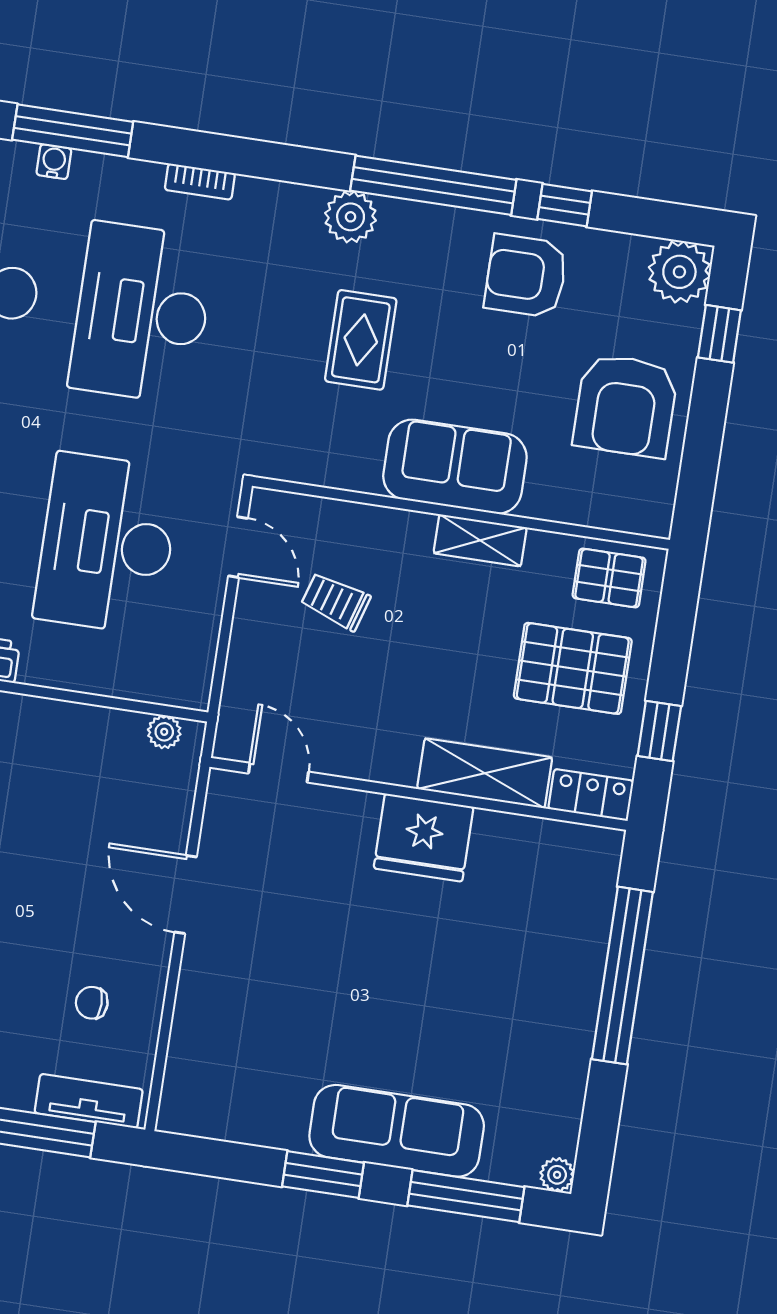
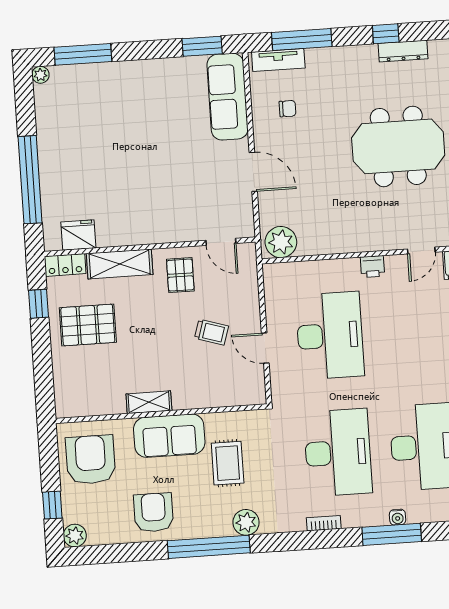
window: (565, 205) -> (142, 551), removed
plant: (679, 272) -> (75, 536), width x0.73, depth x0.73
armchair: (526, 276) -> (153, 512), turned -90
sofa: (455, 467) -> (169, 436), moved
wall: (461, 513) -> (161, 414), moved
shelving: (480, 540) -> (149, 402), moved
pallet: (609, 578) -> (180, 275), moved, turned 90
plant: (164, 732) -> (281, 242), width x1.88, depth x1.88
fridge: (424, 838) -> (78, 235), moved, width x0.73, depth x0.75
sofa: (397, 1131) -> (228, 97), moved, turned 90
window: (323, 1175) -> (202, 46), moved

